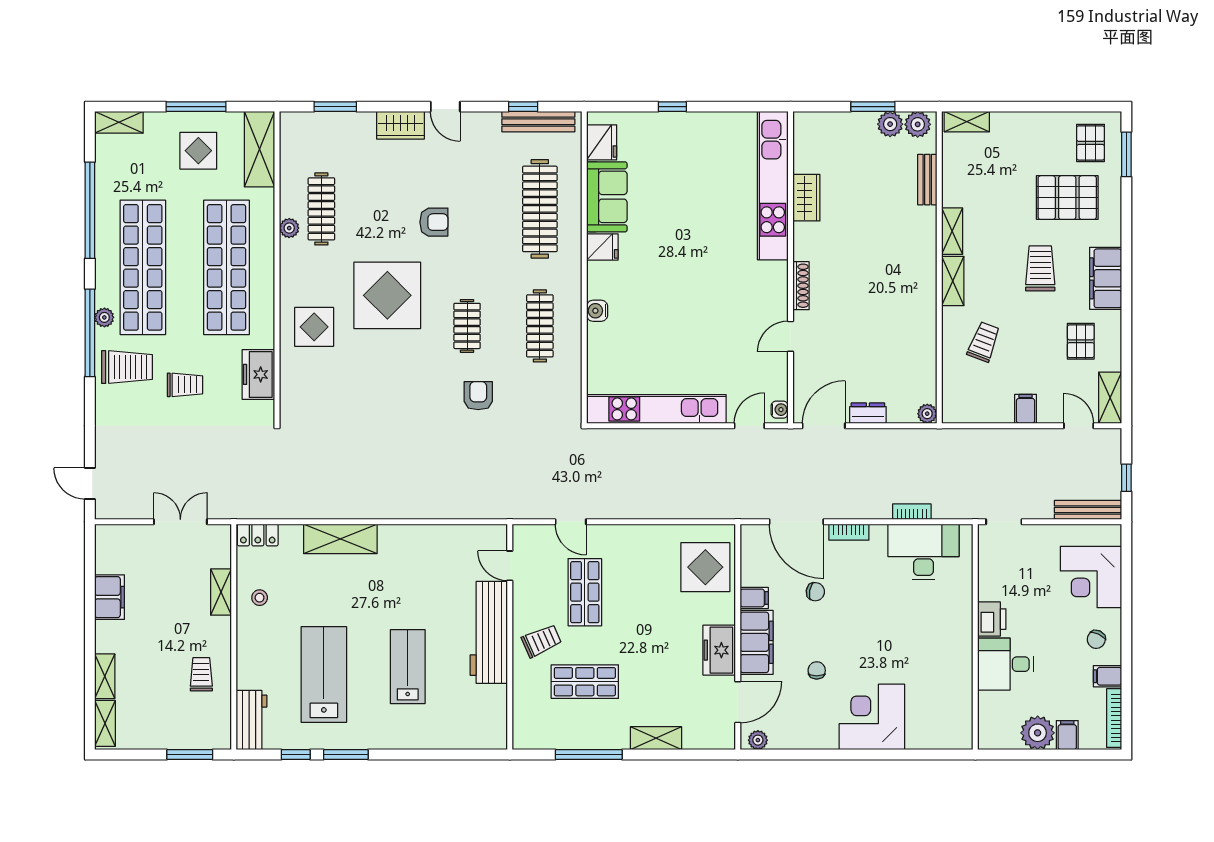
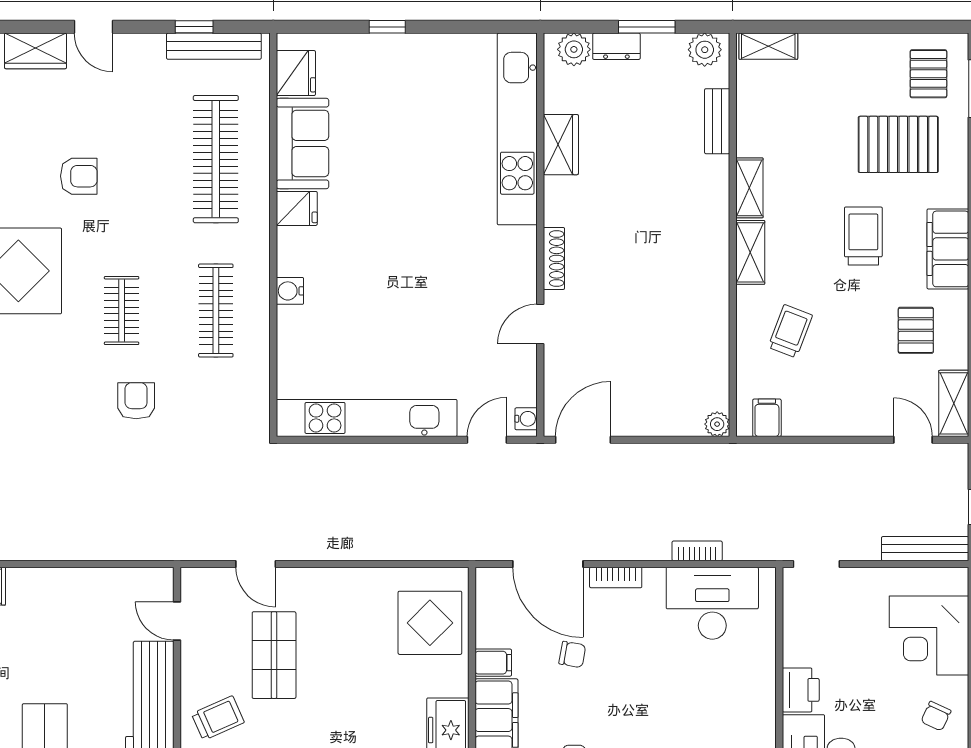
plant: (890, 124) -> (574, 49), moved
filing cabinet: (1026, 409) -> (767, 418), moved
dresser: (868, 413) -> (616, 46), moved, turned 180

